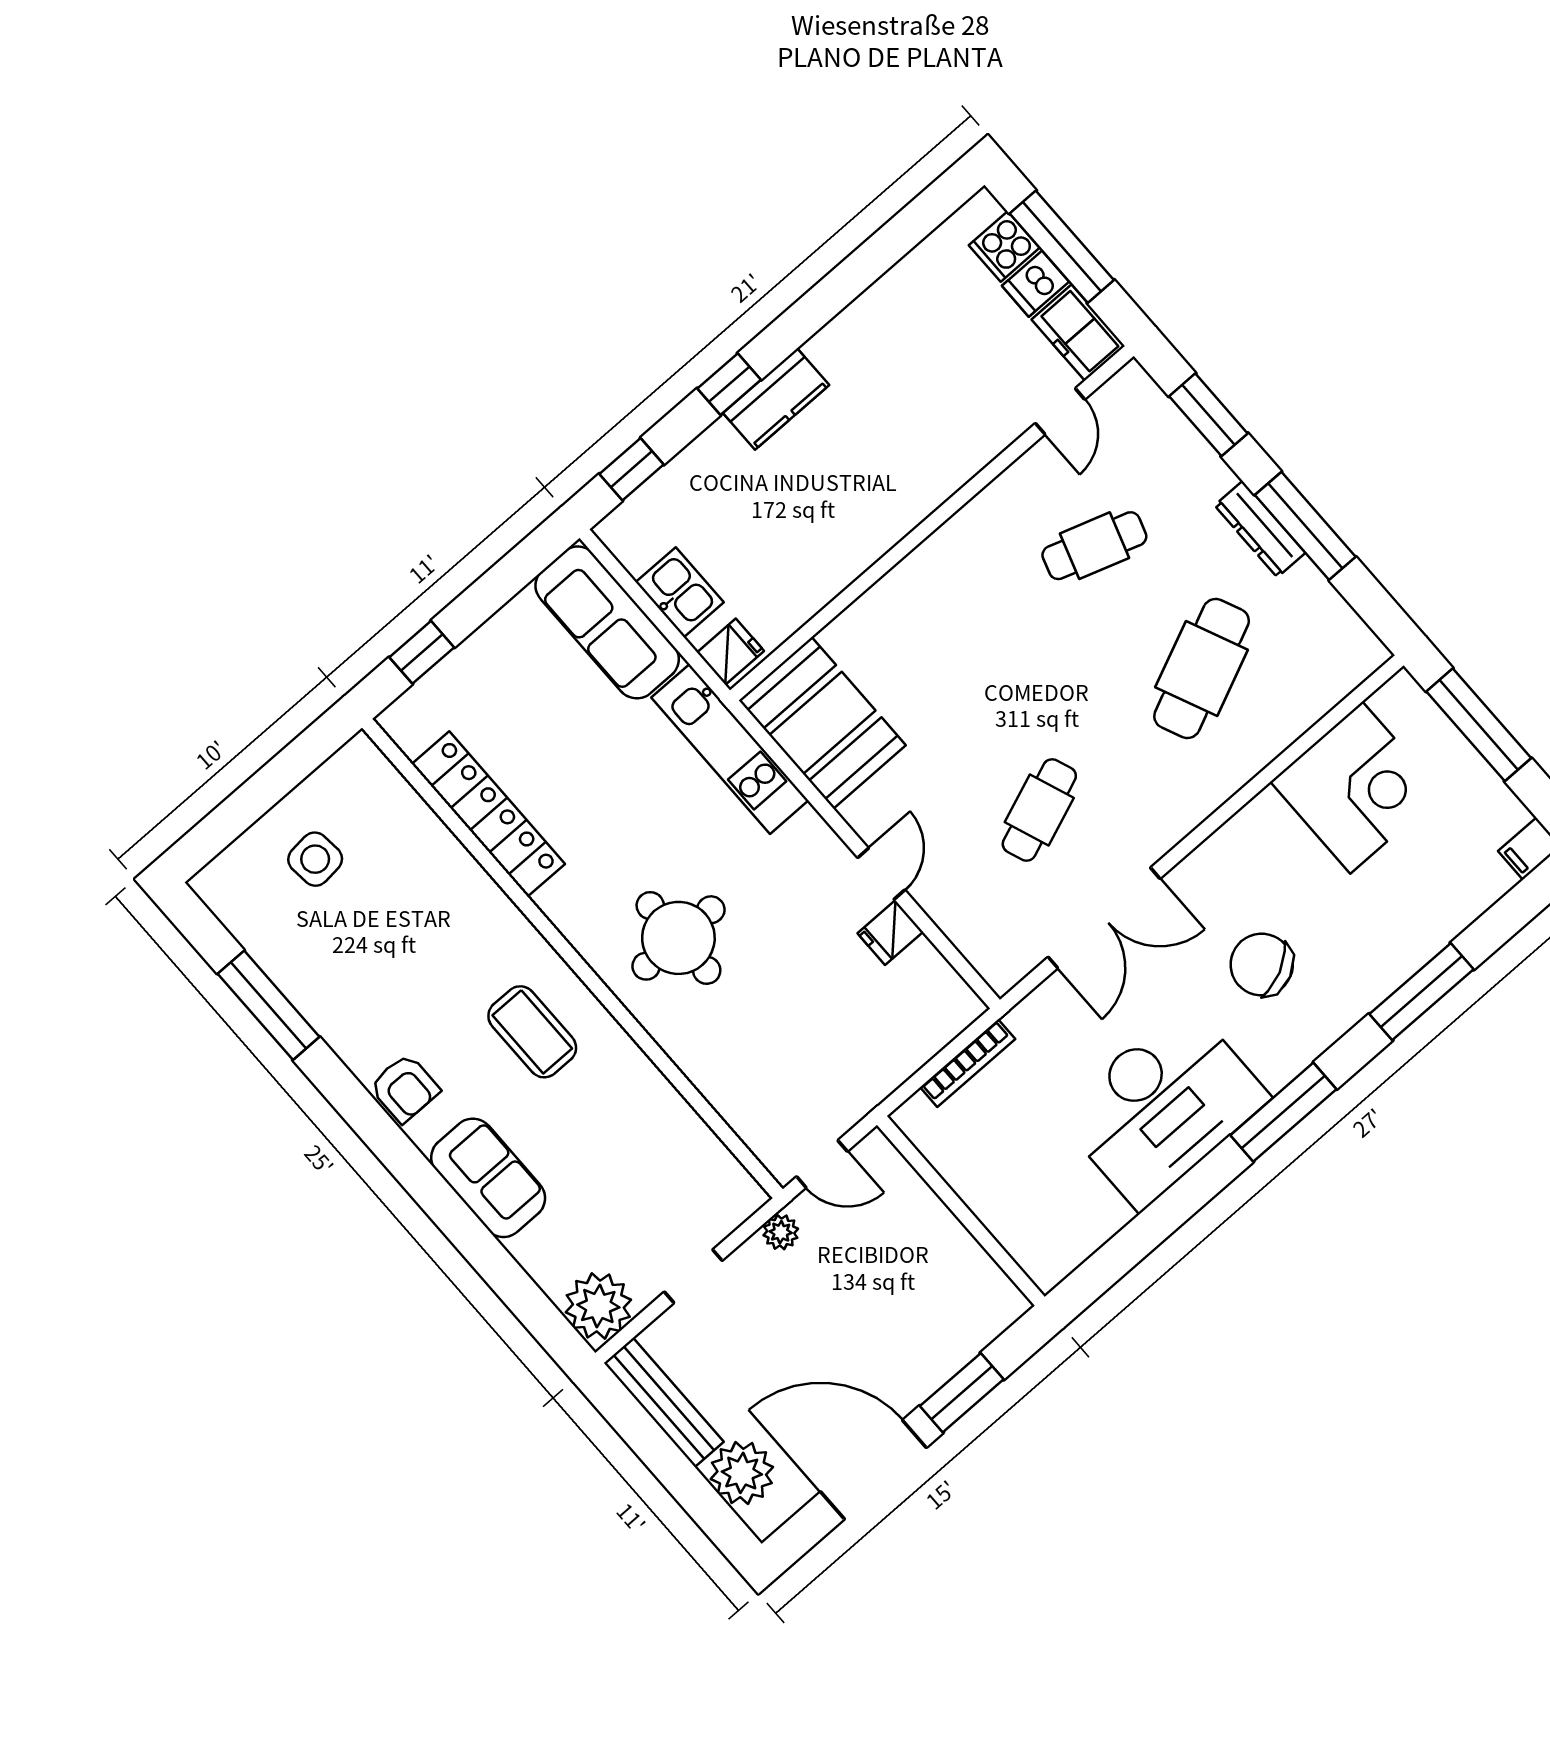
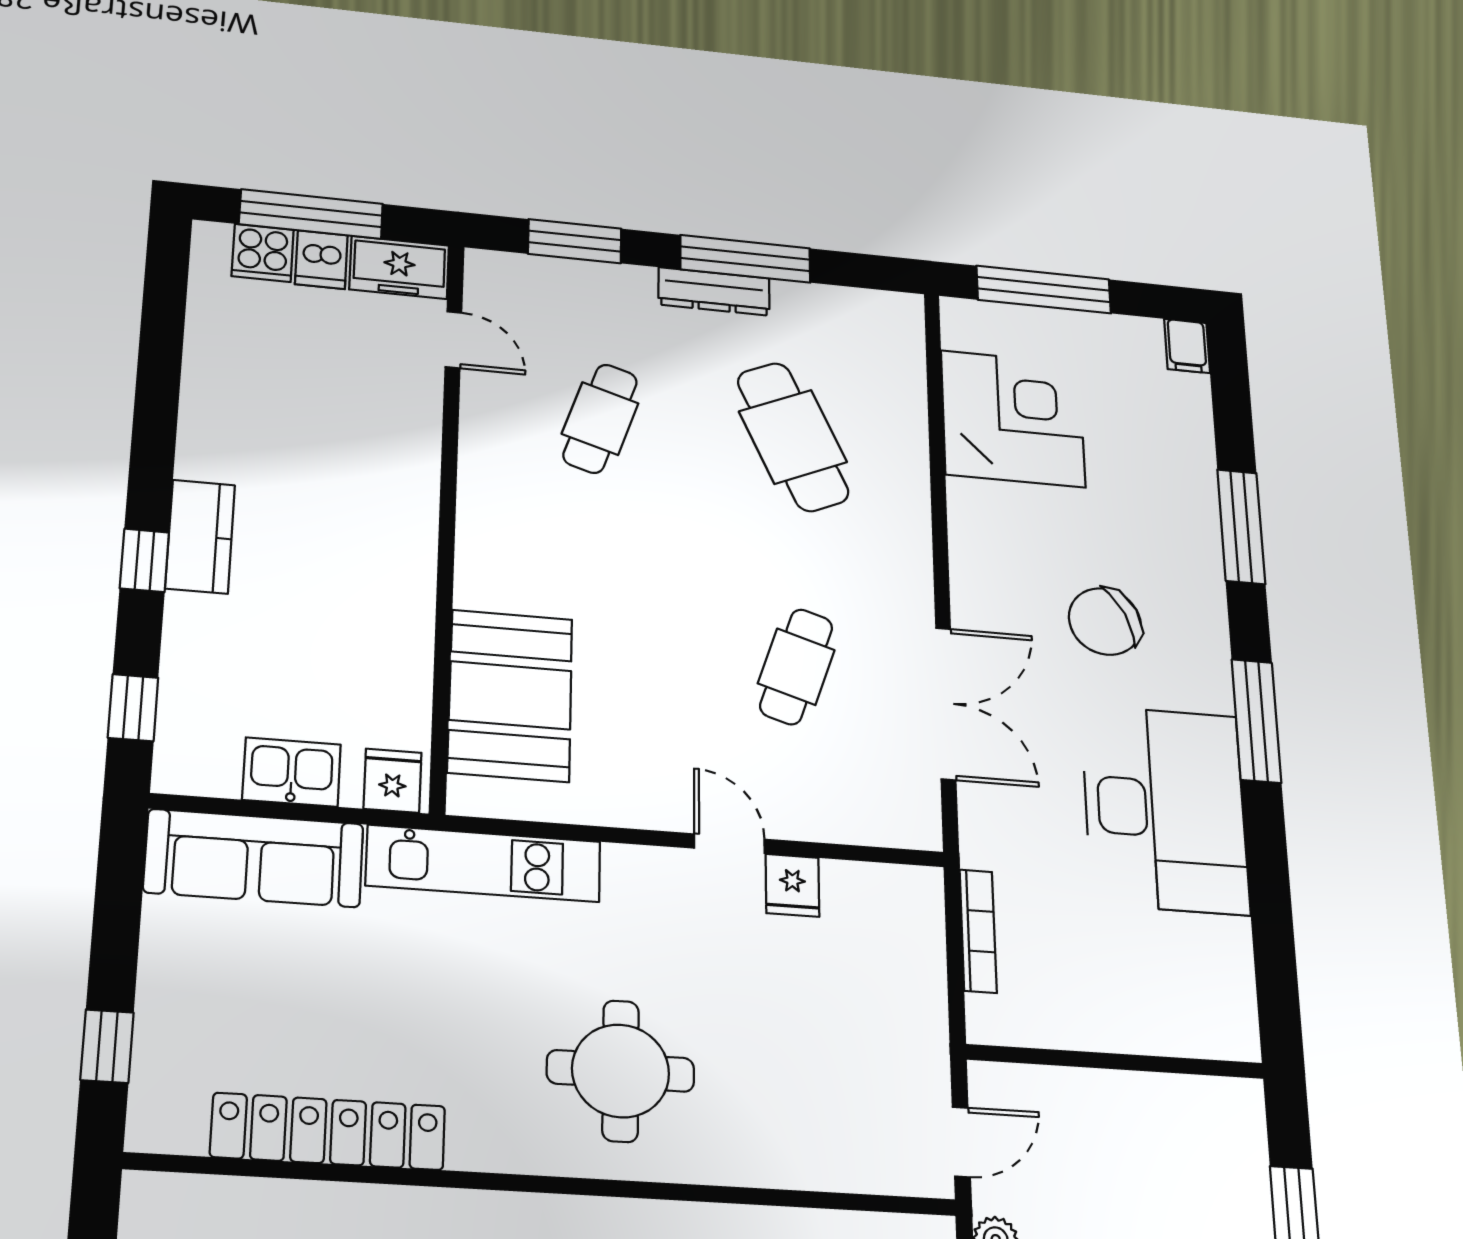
booth: (822, 723) -> (510, 695), moved, turned 90
cafe table: (1039, 810) -> (796, 667), turned 39

